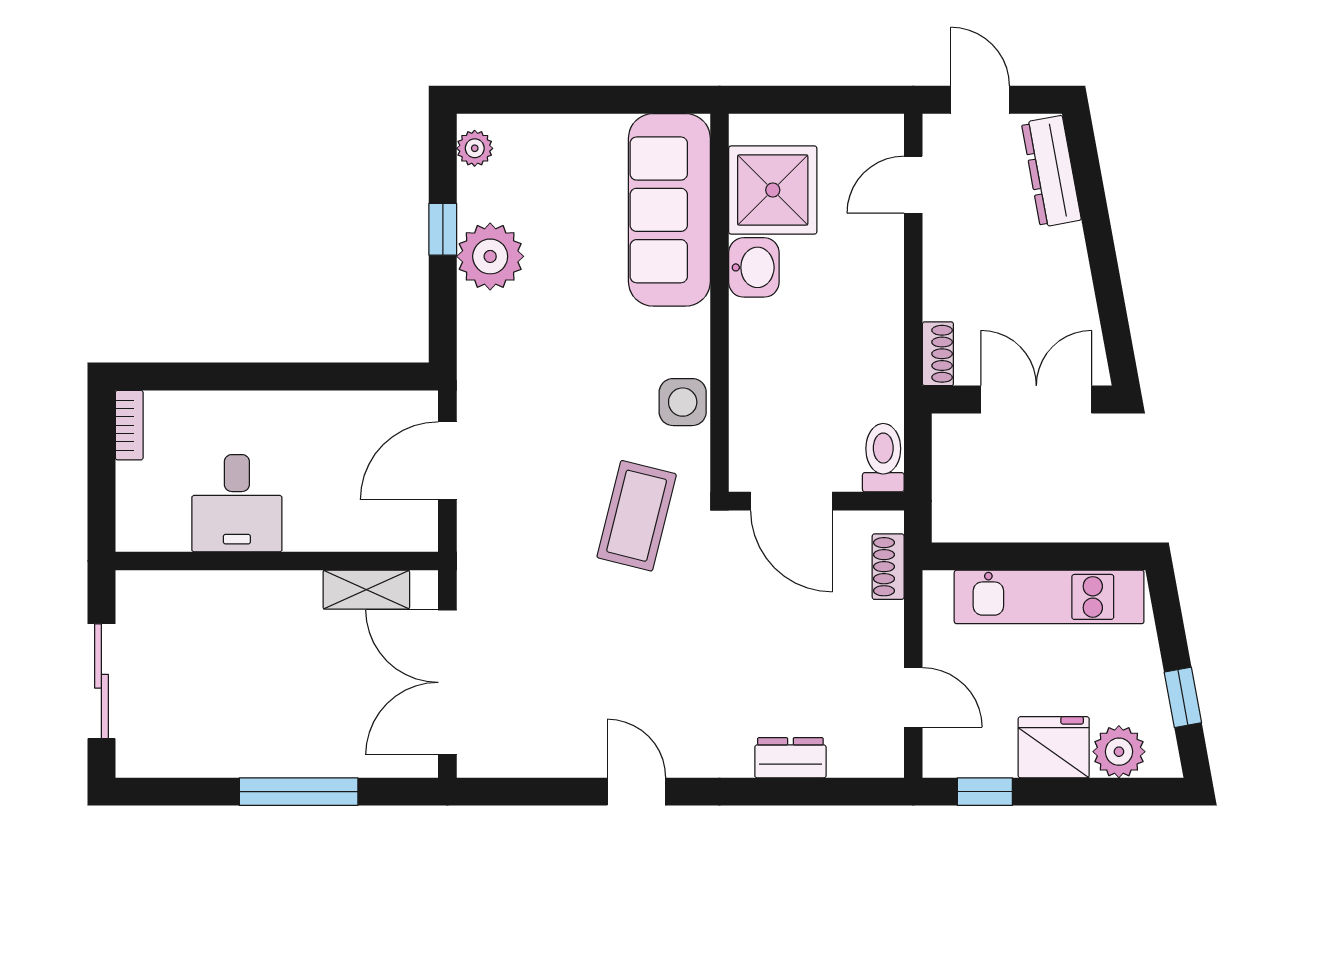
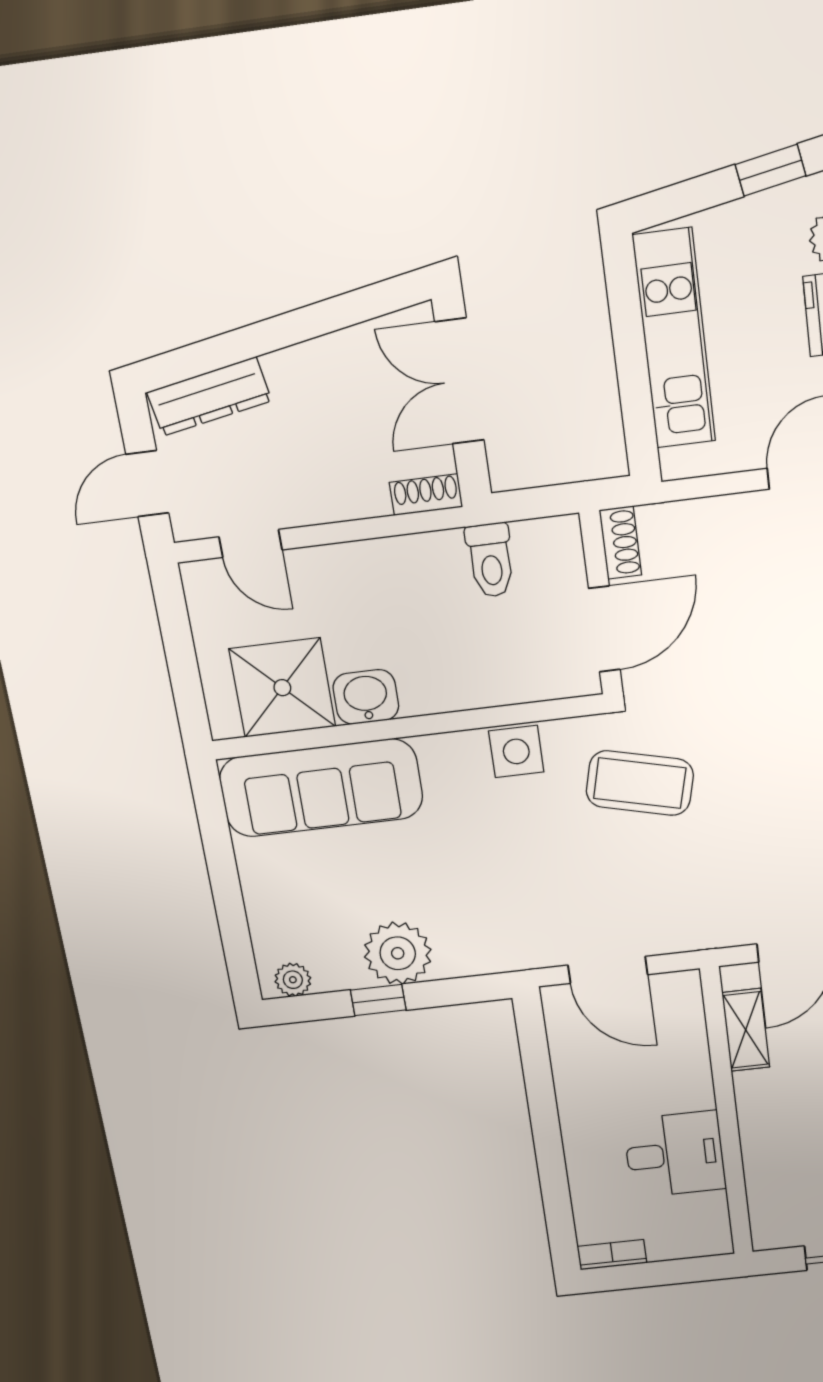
toilet: (883, 458) -> (491, 560), moved, turned -90
shoe rack: (888, 567) -> (620, 543), moved, turned -90

